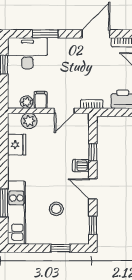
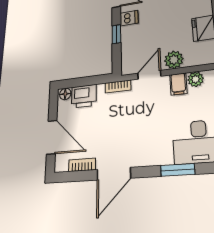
plant: (29, 121) -> (174, 60), moved

